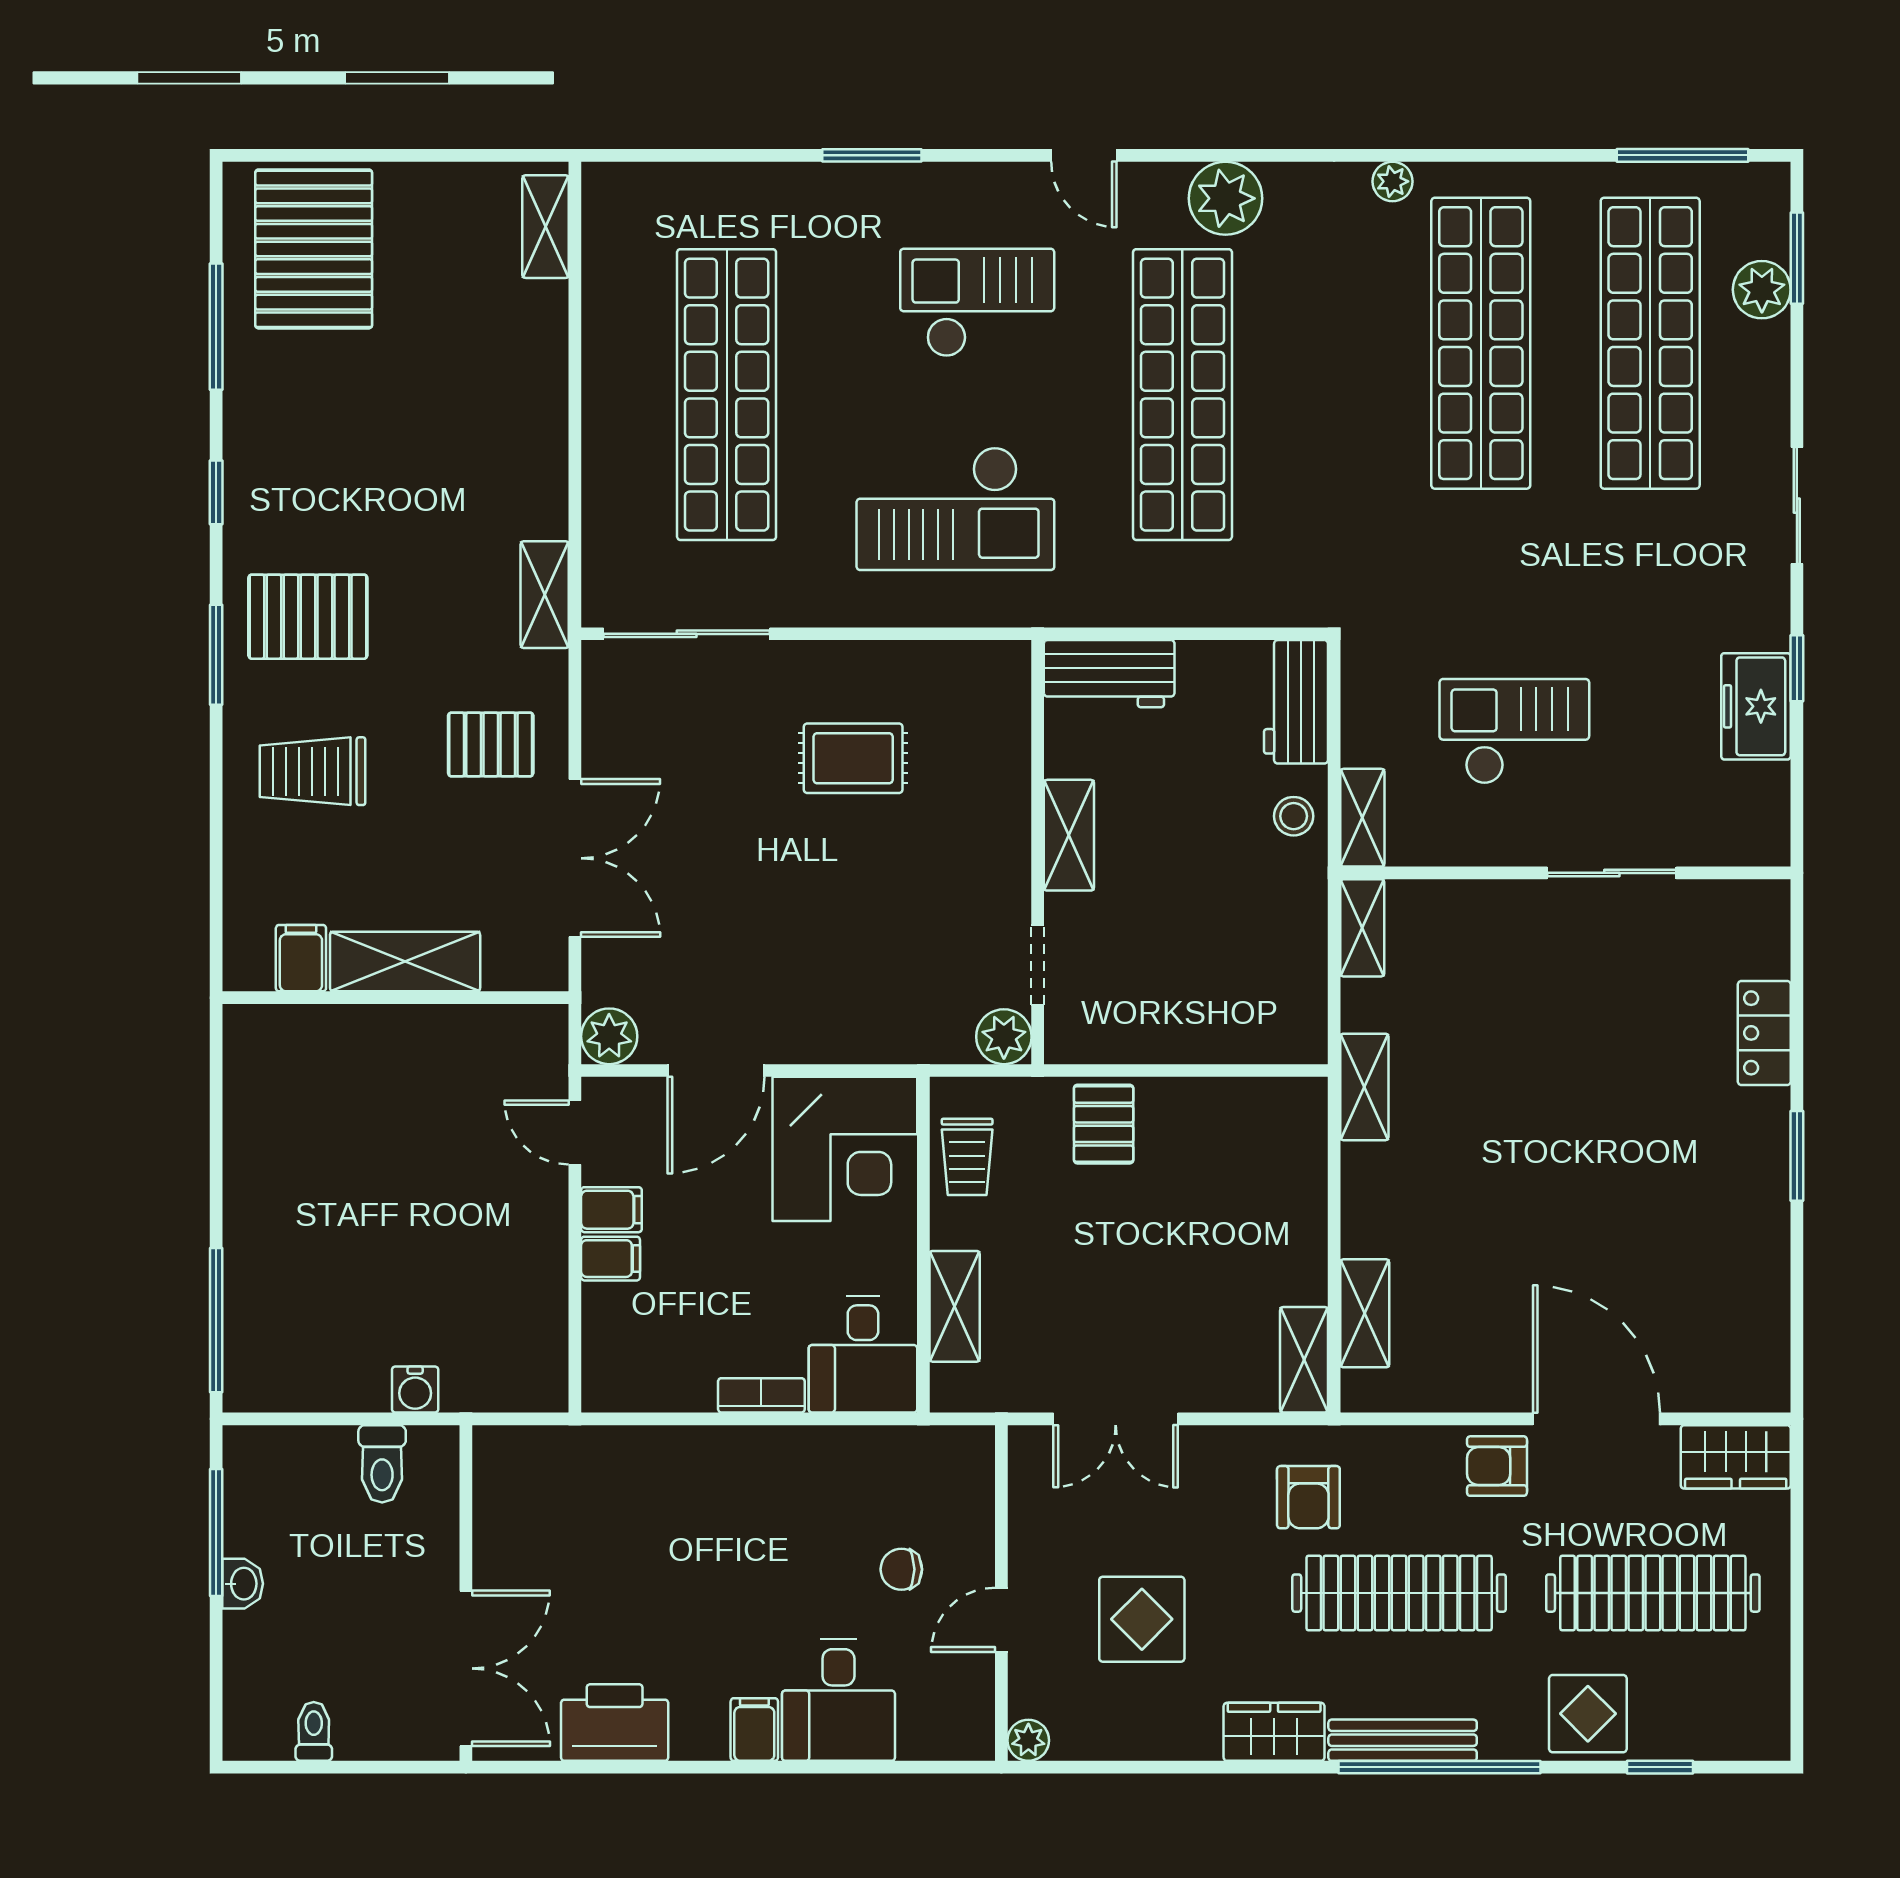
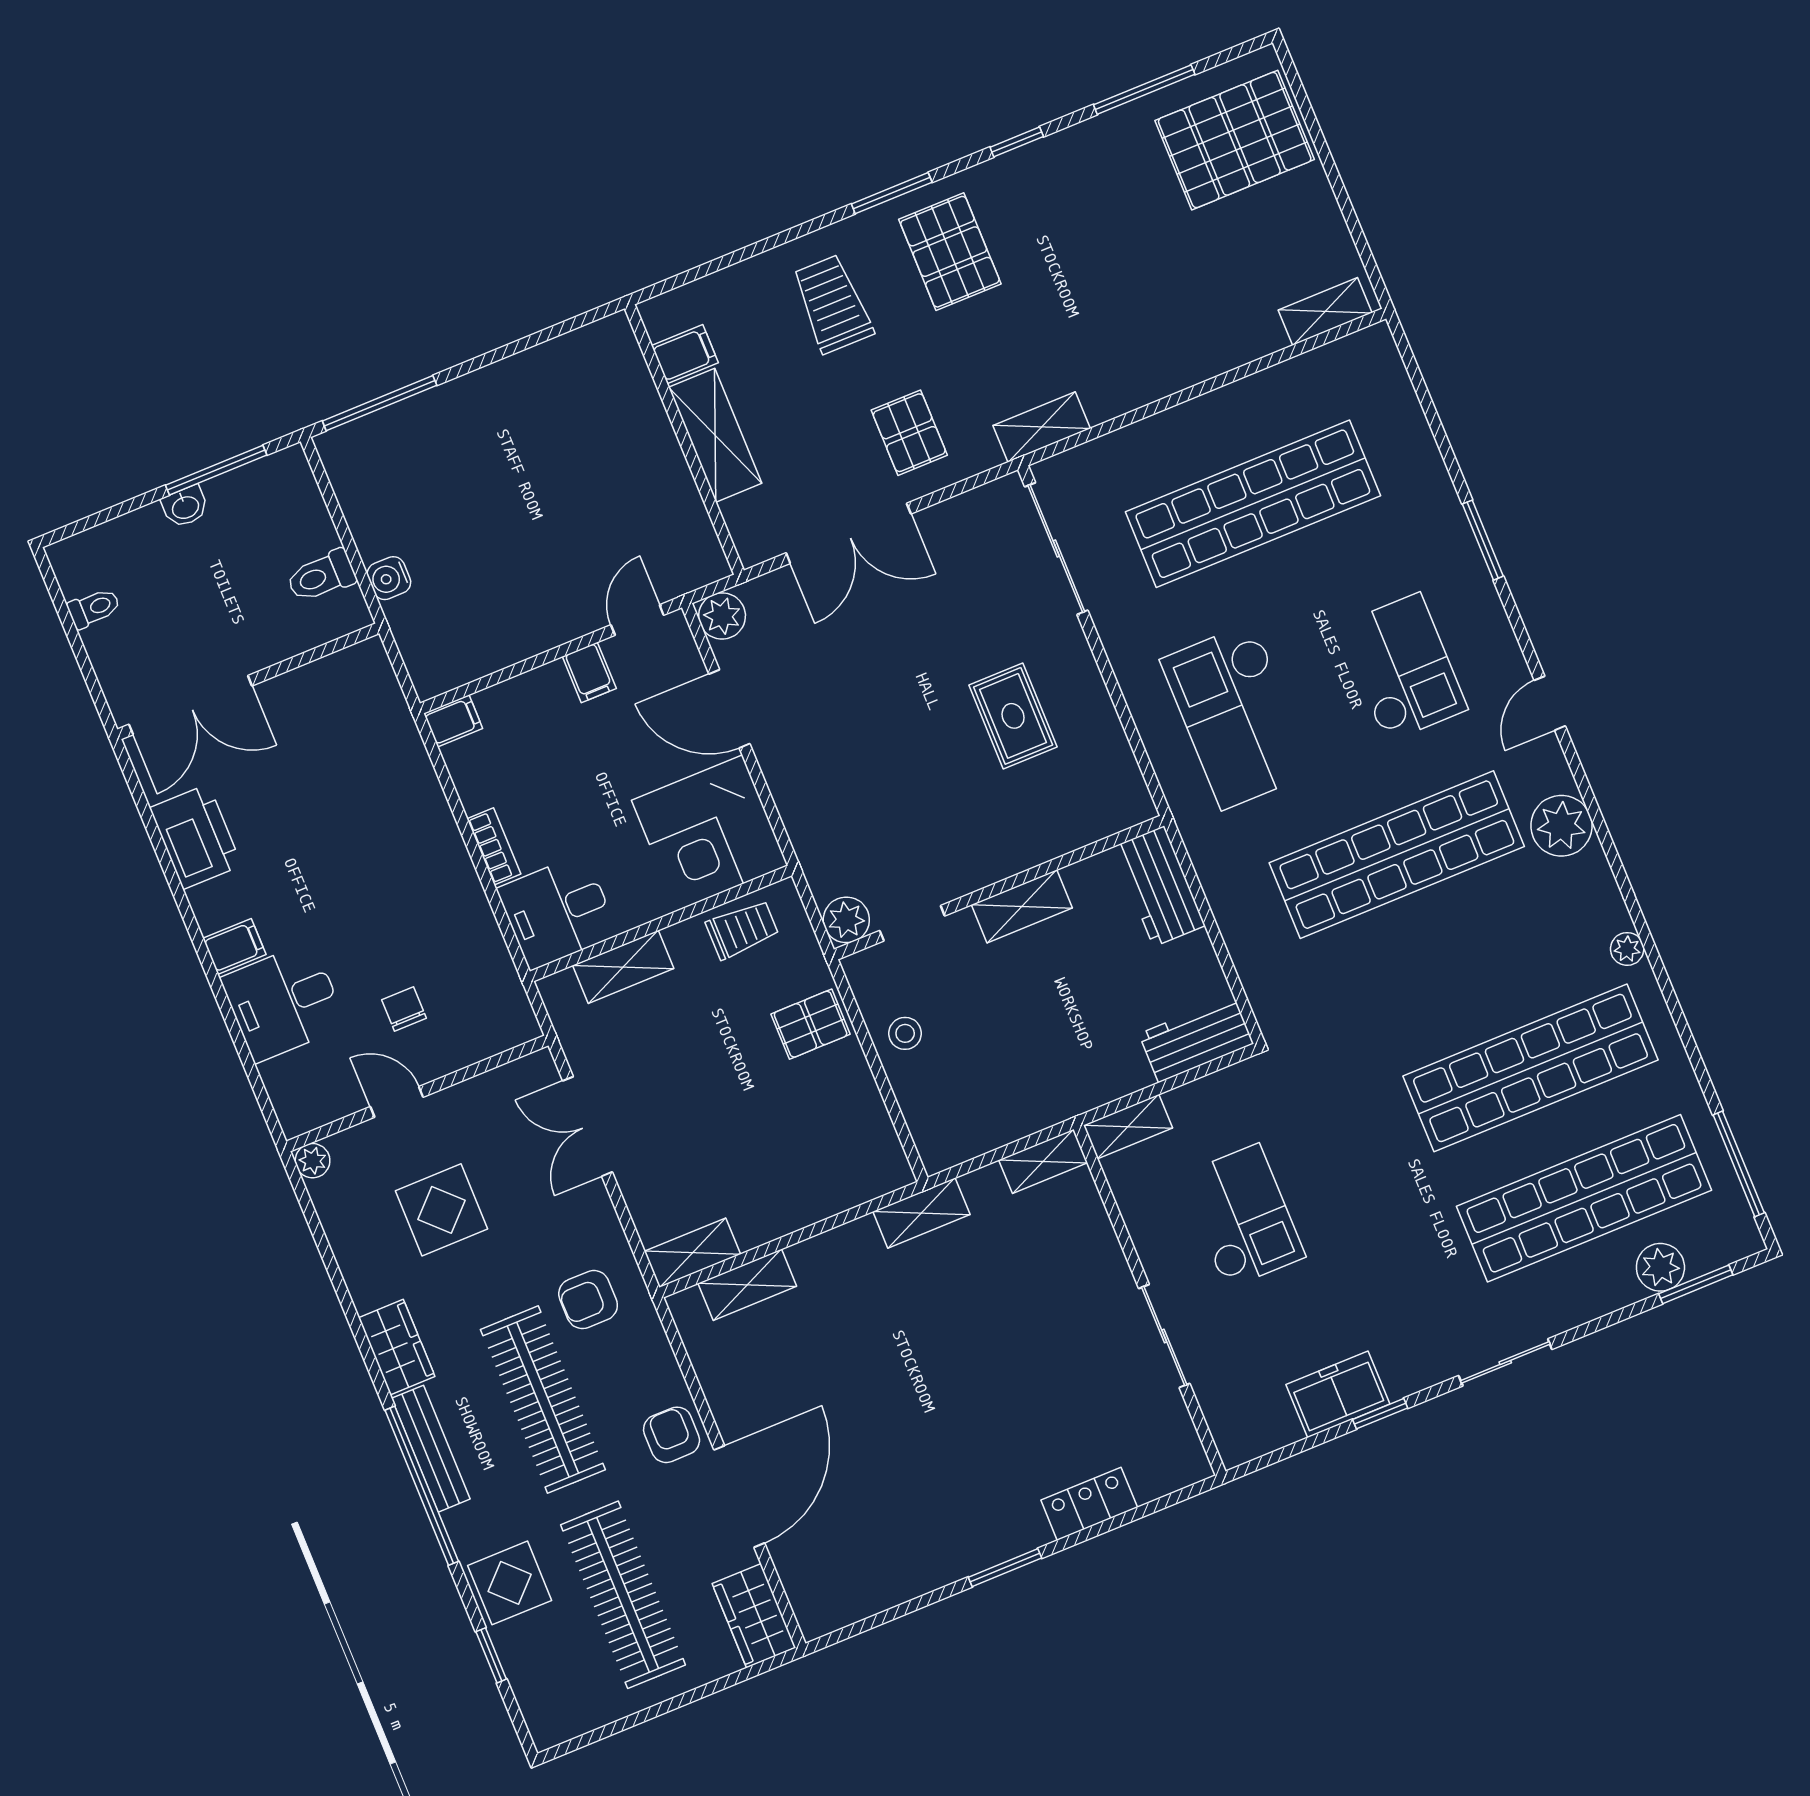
stool: (1294, 816) -> (905, 1033), moved
trolley: (967, 1157) -> (742, 929), turned 180
filing cabinet: (611, 1259) -> (453, 721), moved, turned -90

